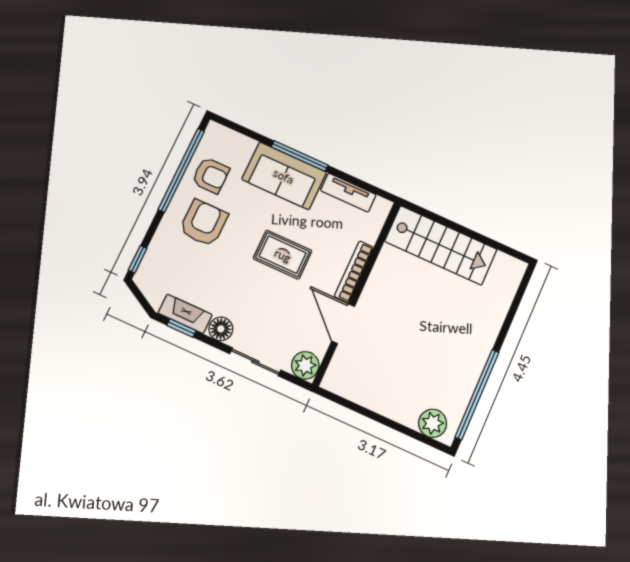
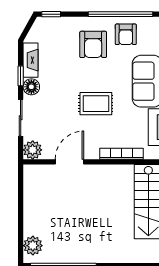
armchair: (204, 223) -> (93, 44), turned 90
rug: (283, 255) -> (96, 104), turned 90
bookcase: (354, 272) -> (122, 154), moved
window: (181, 328) -> (21, 76), moved

